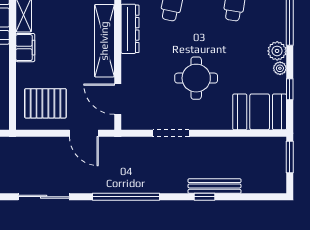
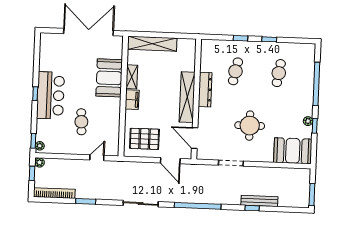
plant: (277, 51) -> (307, 109), removed
window: (290, 89) -> (315, 126), moved
window: (290, 157) -> (312, 194), moved

